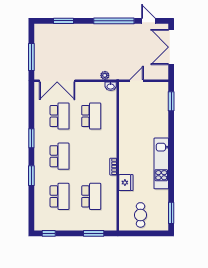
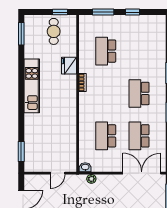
school desk: (60, 196) -> (139, 51), removed
window: (49, 233) -> (132, 12), moved
window: (134, 233) -> (60, 12), added

